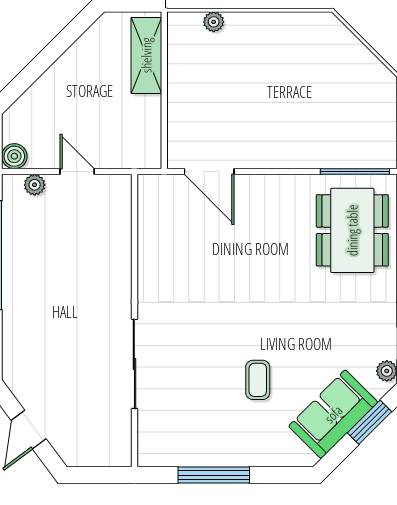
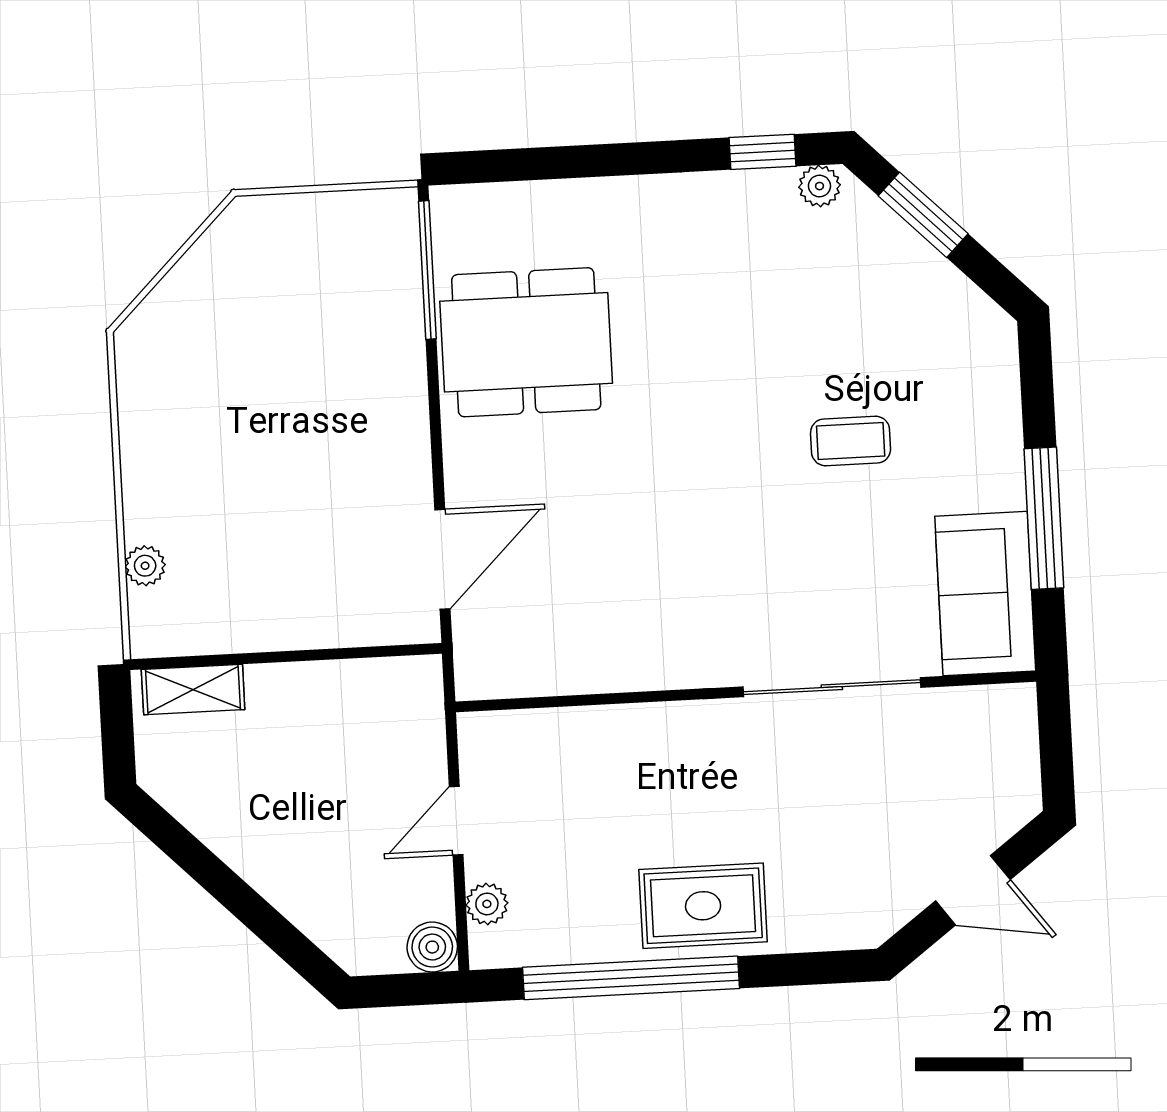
shelving: (146, 55) -> (193, 690), width x0.67, depth x0.75
dining table: (352, 230) -> (526, 342), moved
rug: (28, 293) -> (703, 906), added
sofa: (333, 414) -> (985, 594), moved, turned 45

